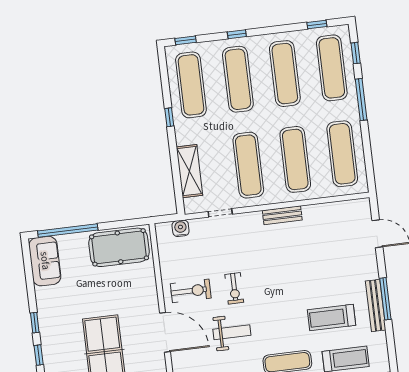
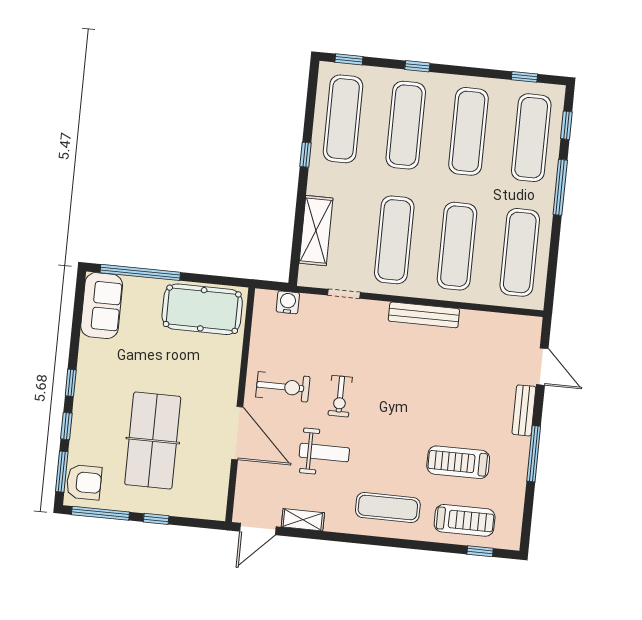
bench: (282, 215) -> (424, 315), width x1.36
bench: (376, 305) -> (524, 410), moved, width x0.73

